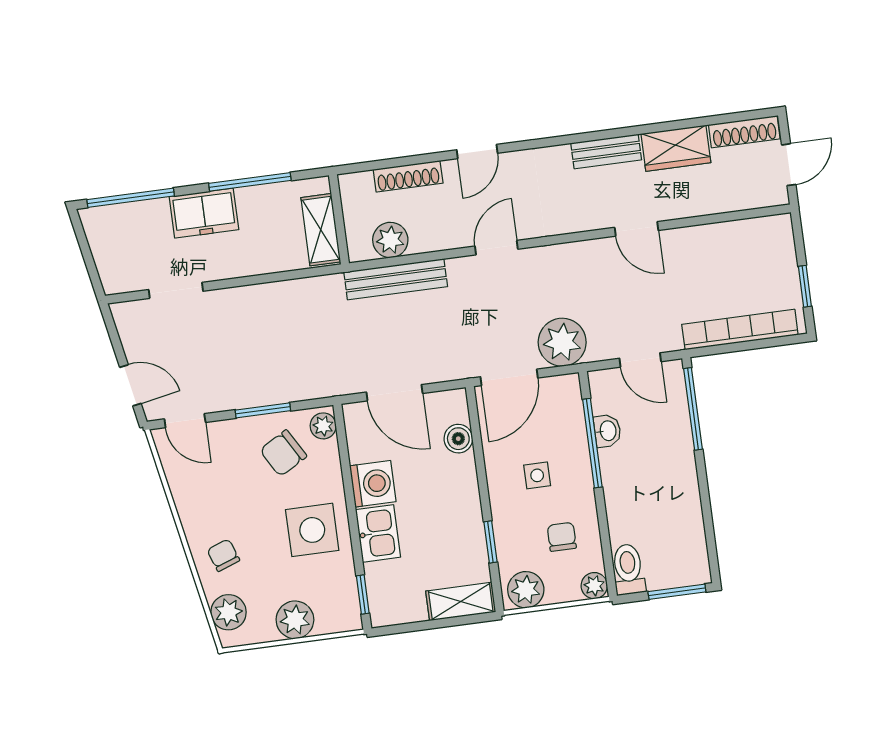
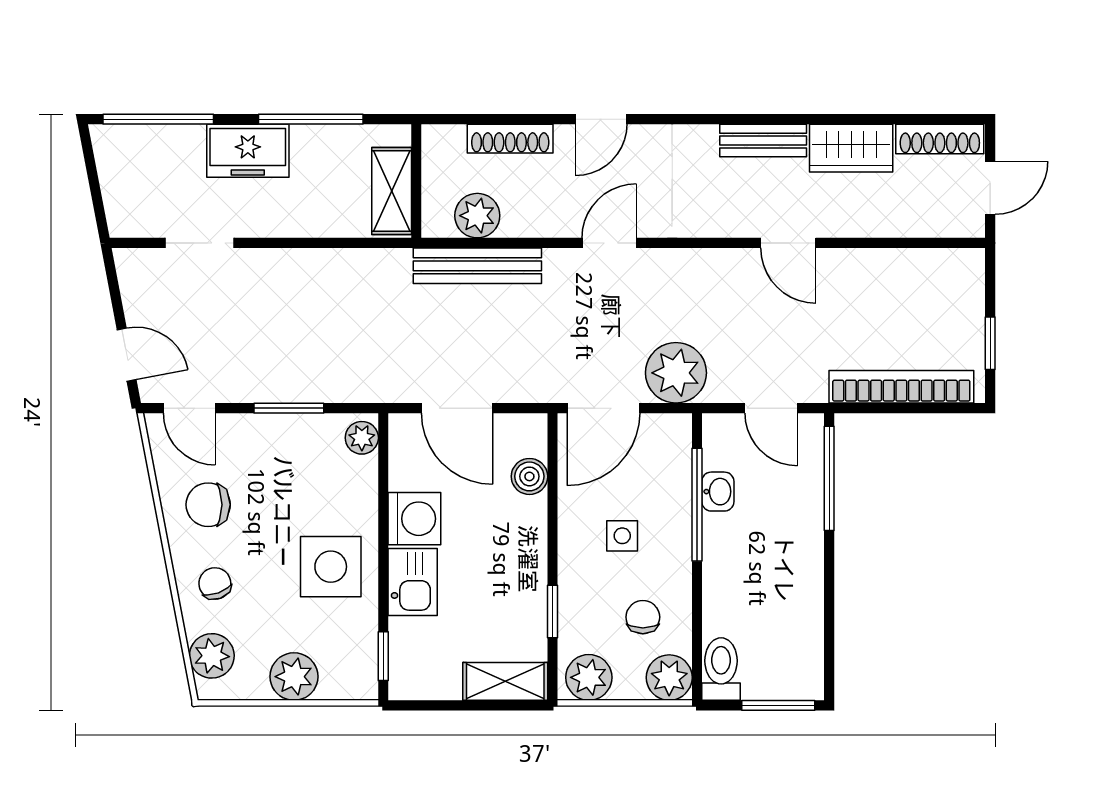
chair: (283, 453) -> (208, 505), moved, turned 30
plant: (594, 586) -> (669, 678), width x1.38, depth x1.38

